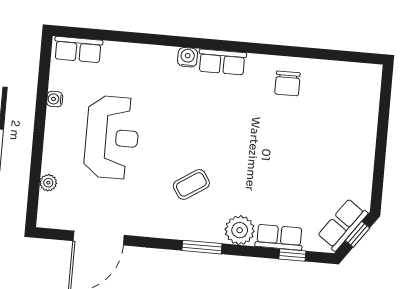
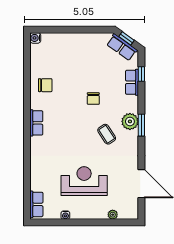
water cooler: (188, 57) -> (35, 38), moved
chair: (256, 166) -> (93, 99), added
plant: (240, 230) -> (130, 121), moved

